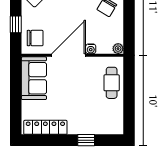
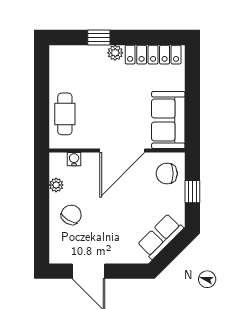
water cooler: (91, 49) -> (74, 159), moved
plant: (118, 49) -> (56, 185), moved
plant: (74, 129) -> (115, 53), added

